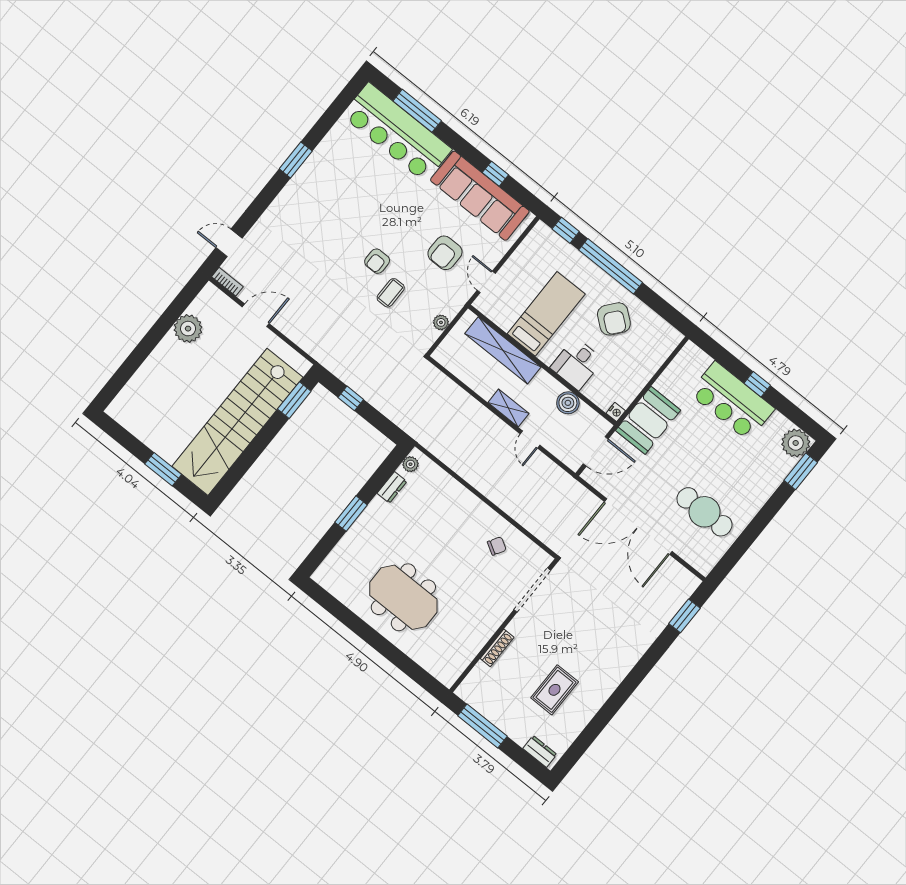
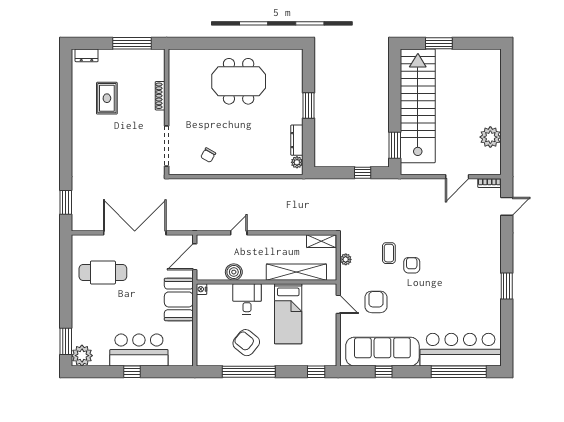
window: (417, 111) -> (459, 372), width x1.46
window: (611, 266) -> (249, 372), moved
shelving: (508, 408) -> (321, 241), moved
door: (530, 439) -> (239, 233), hinge flipped
dresser: (392, 487) -> (297, 140), width x1.44

